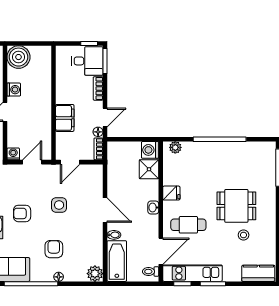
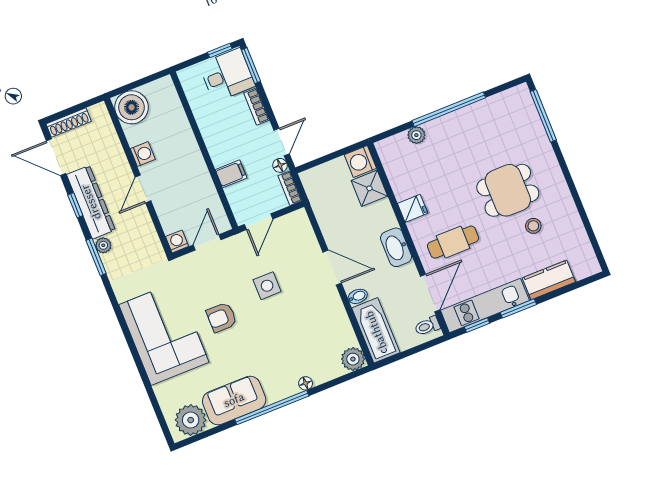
filing cabinet: (65, 118) -> (231, 174), width x0.50
plant: (175, 147) -> (416, 135), moved
washbasin: (153, 208) -> (396, 247), width x1.91, depth x1.45
armchair: (54, 249) -> (284, 348), removed
kitchen counter: (258, 273) -> (549, 280), moved

